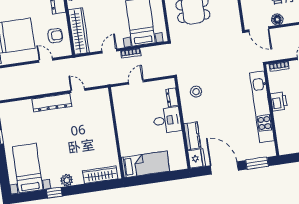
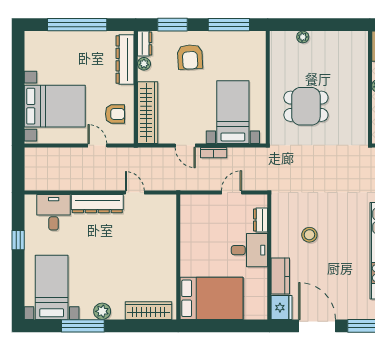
door: (109, 51) -> (185, 145), swing flipped
door: (136, 82) -> (232, 193), moved
stool: (196, 92) -> (309, 235), moved
desk: (21, 114) -> (54, 212), added
bed: (145, 164) -> (212, 298), width x1.50
window: (54, 193) -> (83, 326), width x2.17

